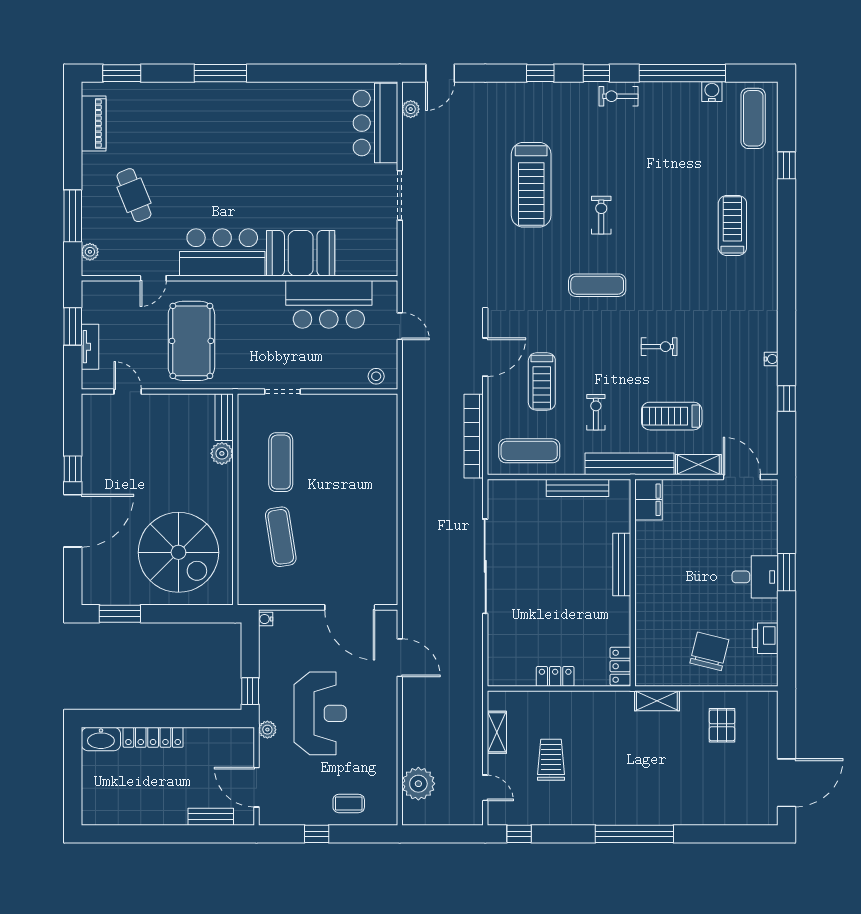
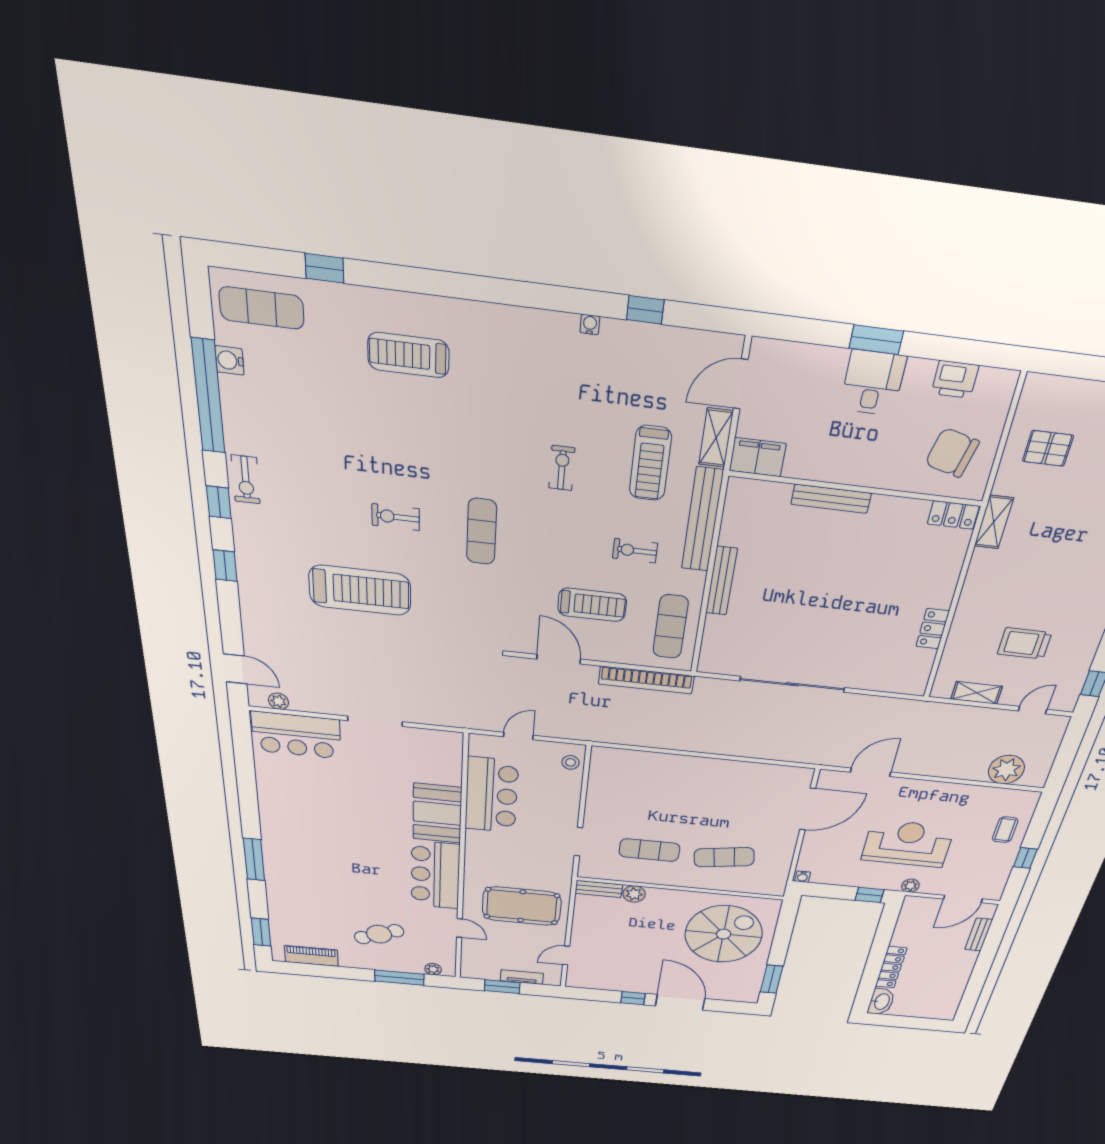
filing cabinet: (649, 500) -> (758, 457), moved
bench: (622, 565) -> (831, 499), moved
wall: (633, 583) -> (856, 489), moved
locker: (620, 666) -> (953, 515), moved

